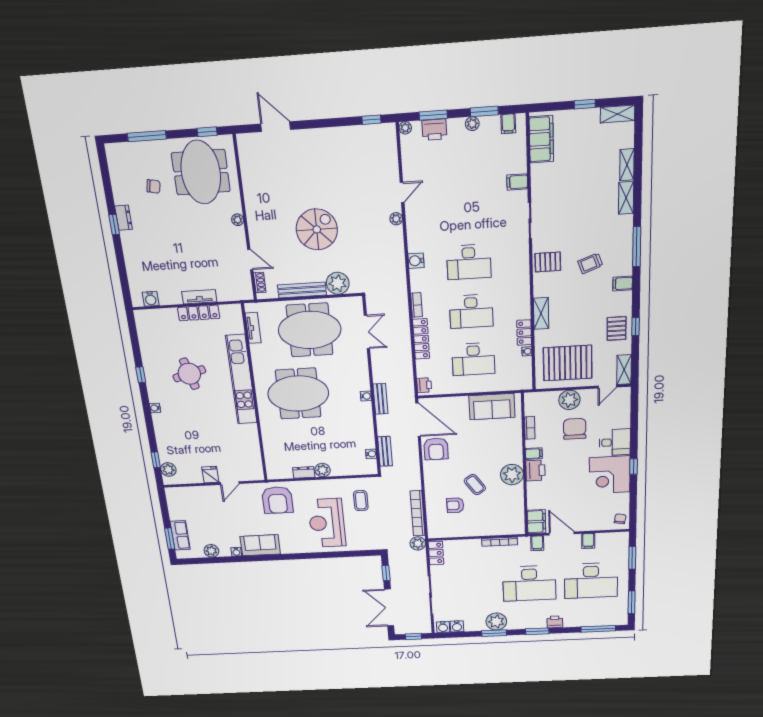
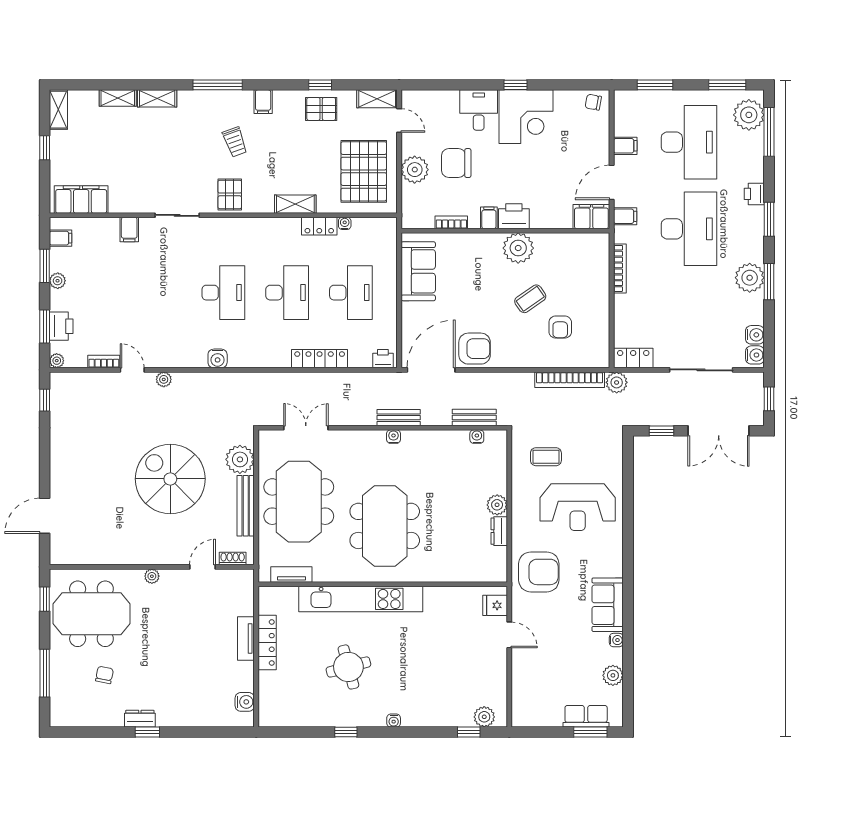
spiral stairs: (317, 229) -> (170, 479), width x1.37, depth x1.37
bookcase: (417, 305) -> (104, 362), moved
fridge: (210, 475) -> (495, 605), moved
plant: (610, 616) -> (749, 115), added

